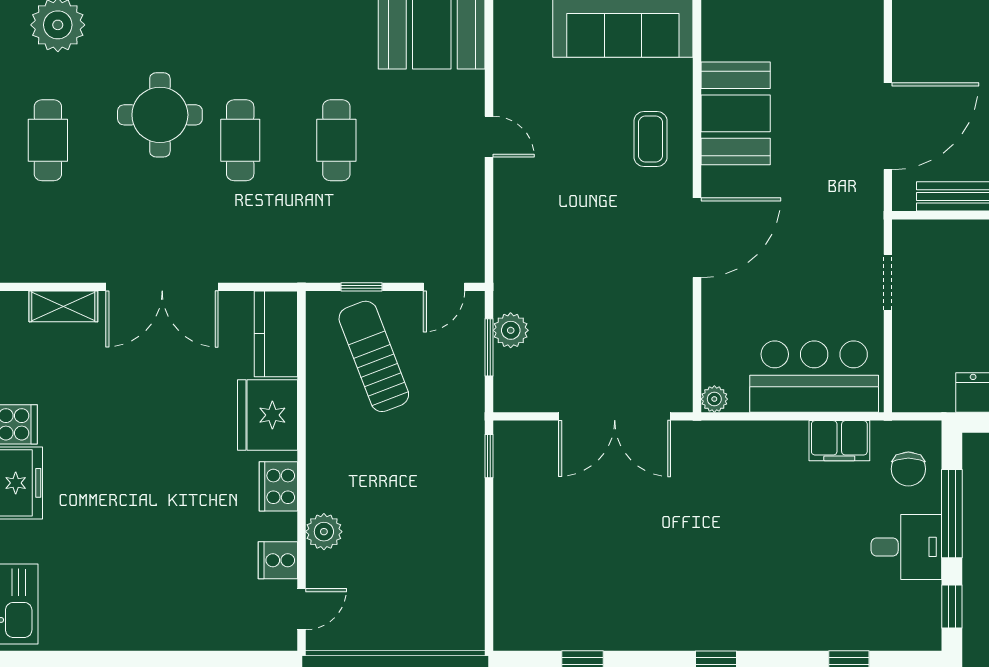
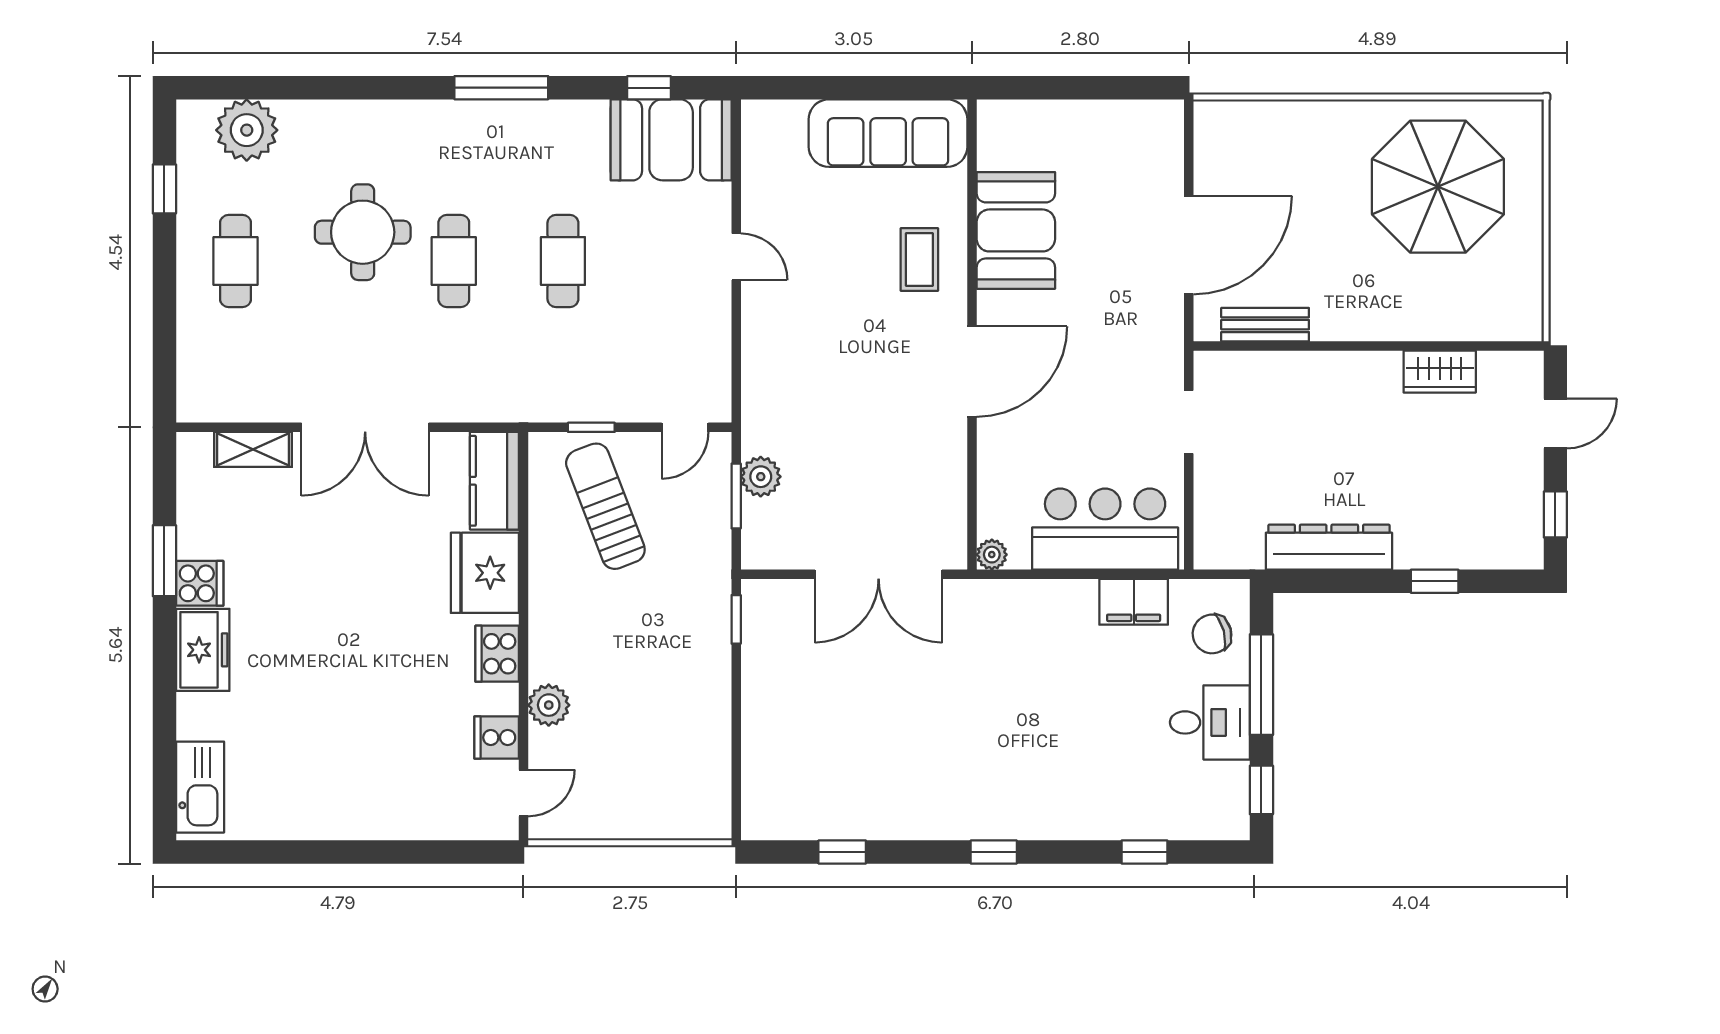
chair: (908, 469) -> (1212, 634), turned 75

